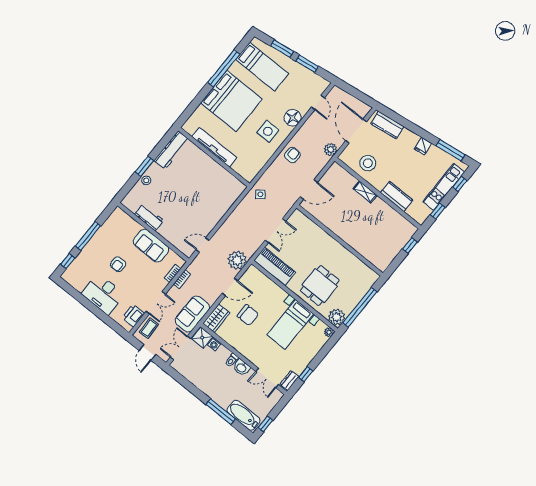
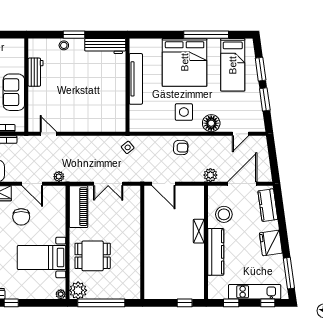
fridge: (423, 146) -> (271, 243), width x1.88, depth x1.34
kitchen counter: (397, 196) -> (216, 252), width x1.50
plant: (237, 260) -> (59, 177), width x0.53, depth x0.53

